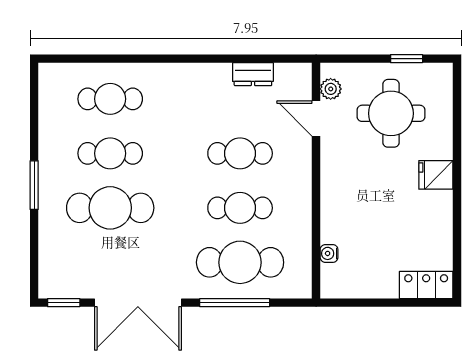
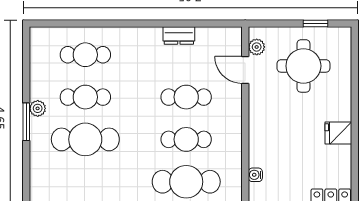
dresser: (253, 74) -> (179, 36), moved
plant: (49, 168) -> (38, 108), added
fridge: (436, 175) -> (338, 133), moved

